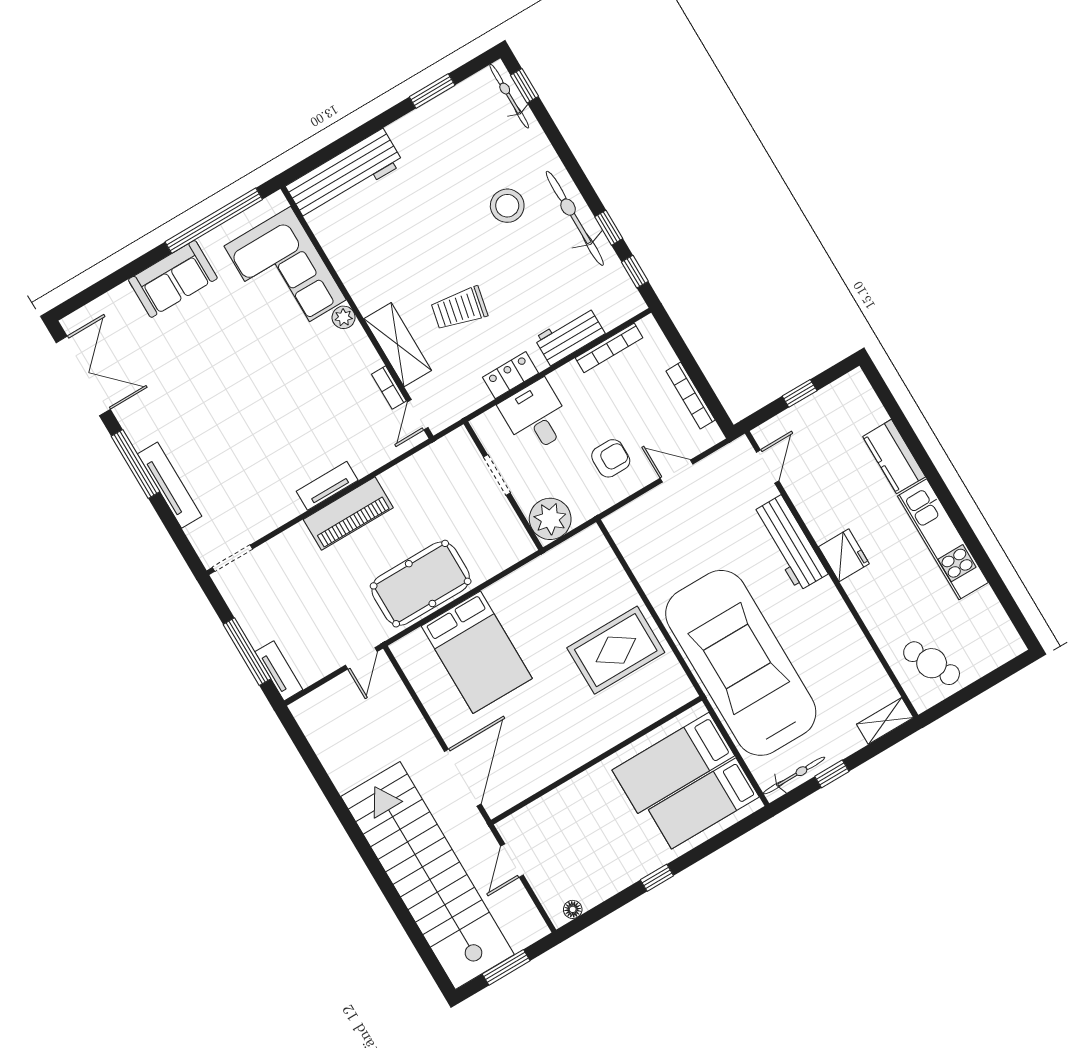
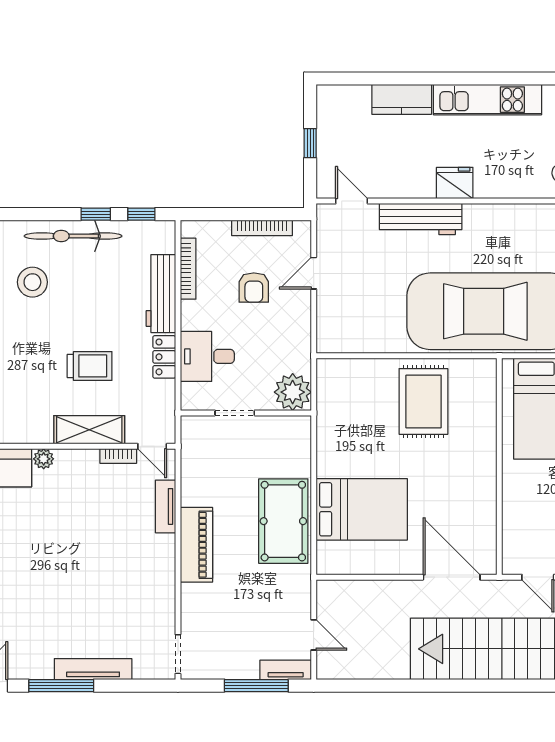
trolley: (459, 309) -> (90, 366), turned -102
workbench: (570, 336) -> (161, 294), width x1.38
armchair: (611, 458) -> (254, 288), moved, turned 180
tv unit: (327, 486) -> (166, 506), moved
door: (361, 658) -> (314, 635), moved

